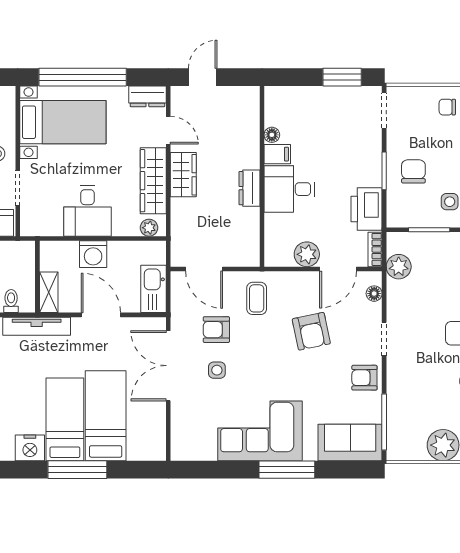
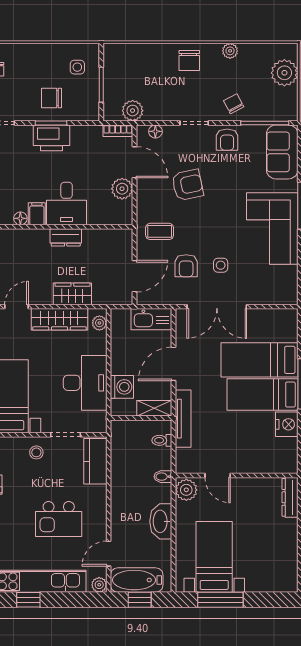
wardrobe: (183, 175) -> (72, 294), moved
printer: (367, 209) -> (51, 138), moved
desk: (87, 211) -> (85, 383), width x1.37
washing machine: (93, 254) -> (122, 387), moved
chair: (407, 385) -> (234, 104), added

